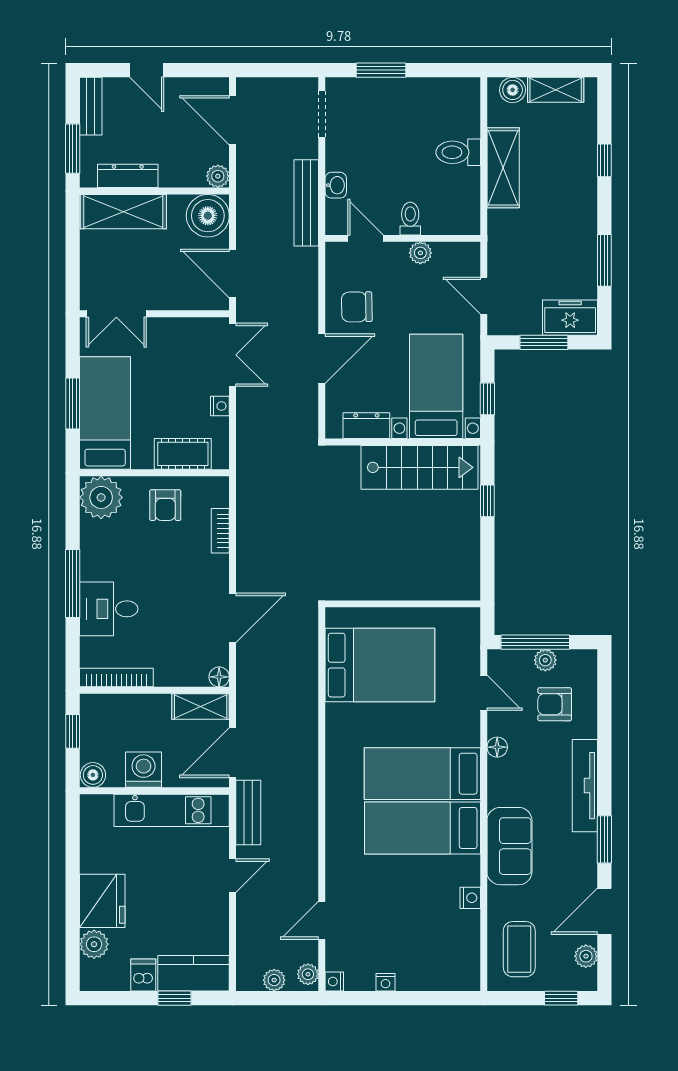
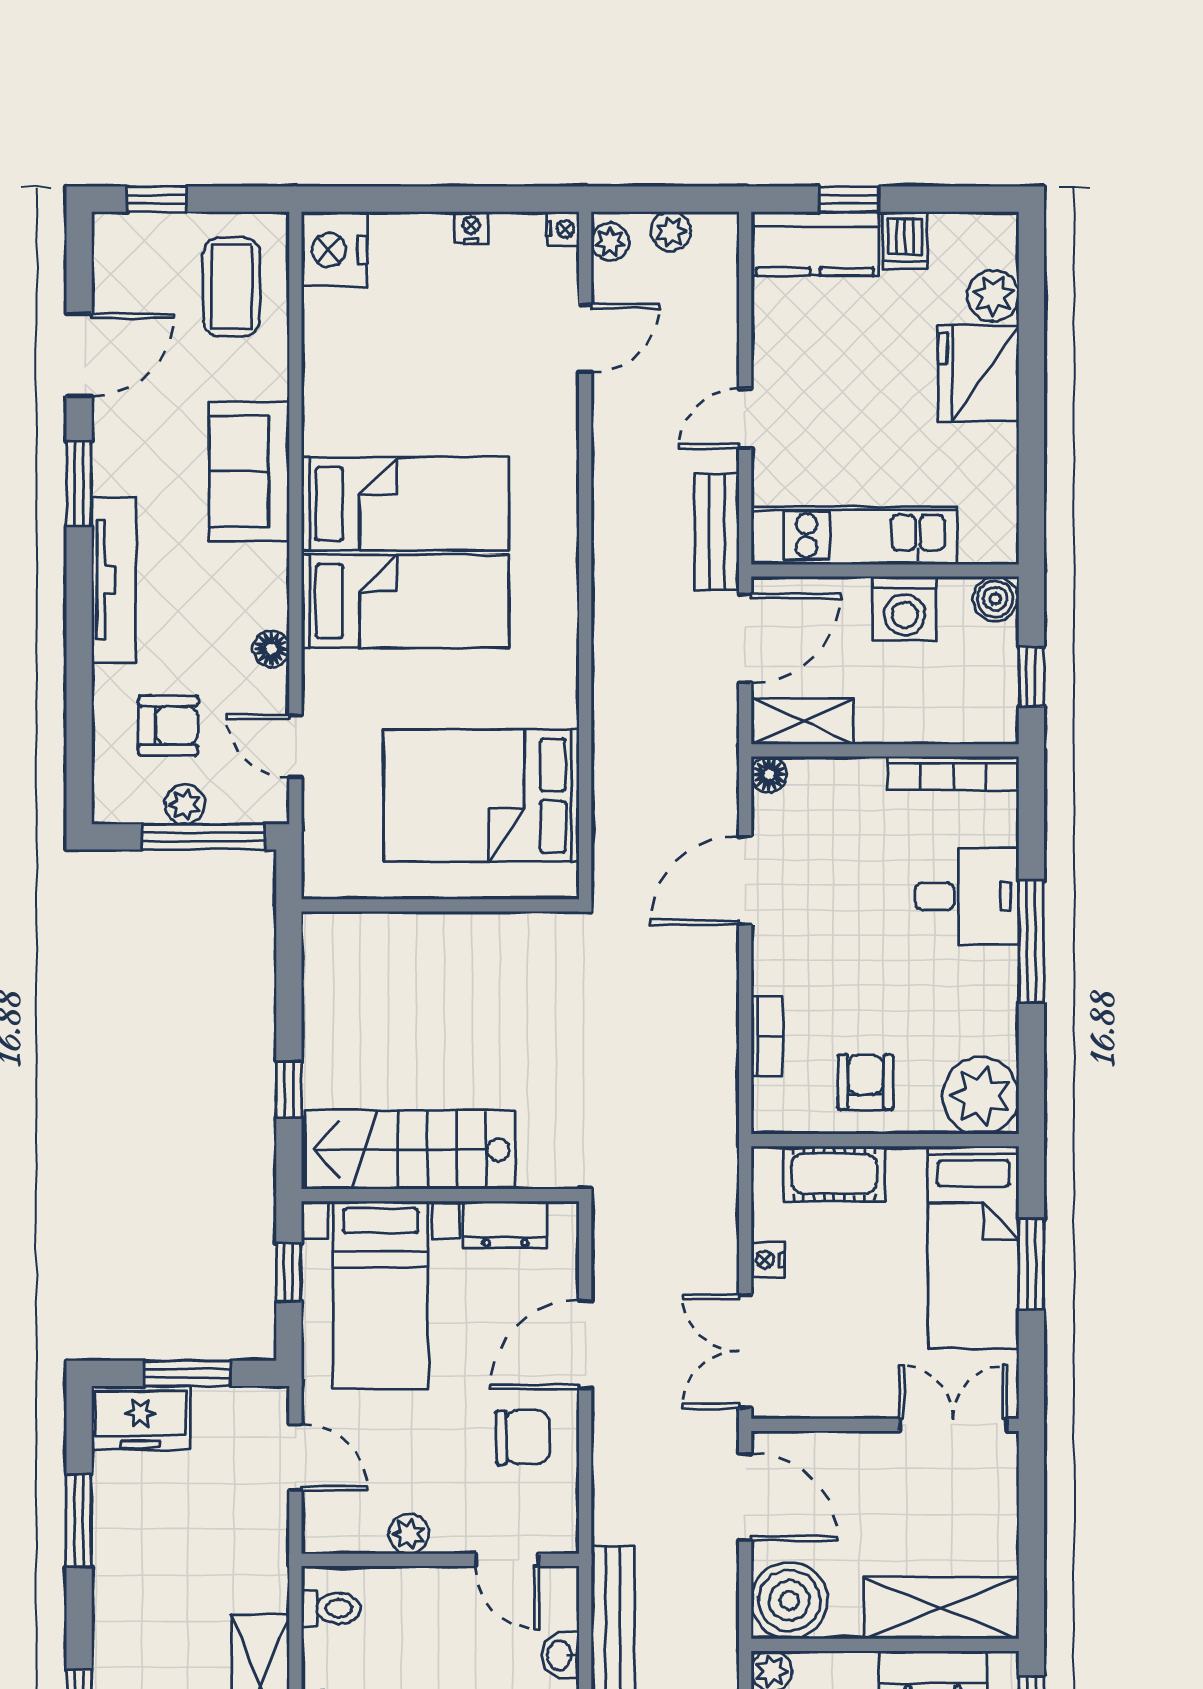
toilet: (410, 219) -> (331, 1608), moved, turned -90
nightstand: (470, 898) -> (334, 250), moved, width x1.89, depth x1.79
plant: (586, 956) -> (112, 274), removed

